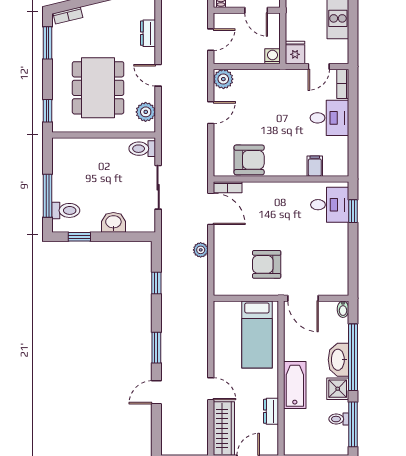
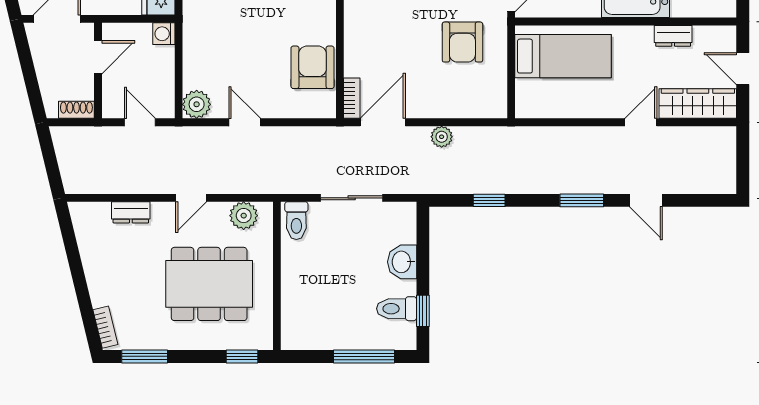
toilet: (66, 210) -> (397, 309), moved, turned -90

